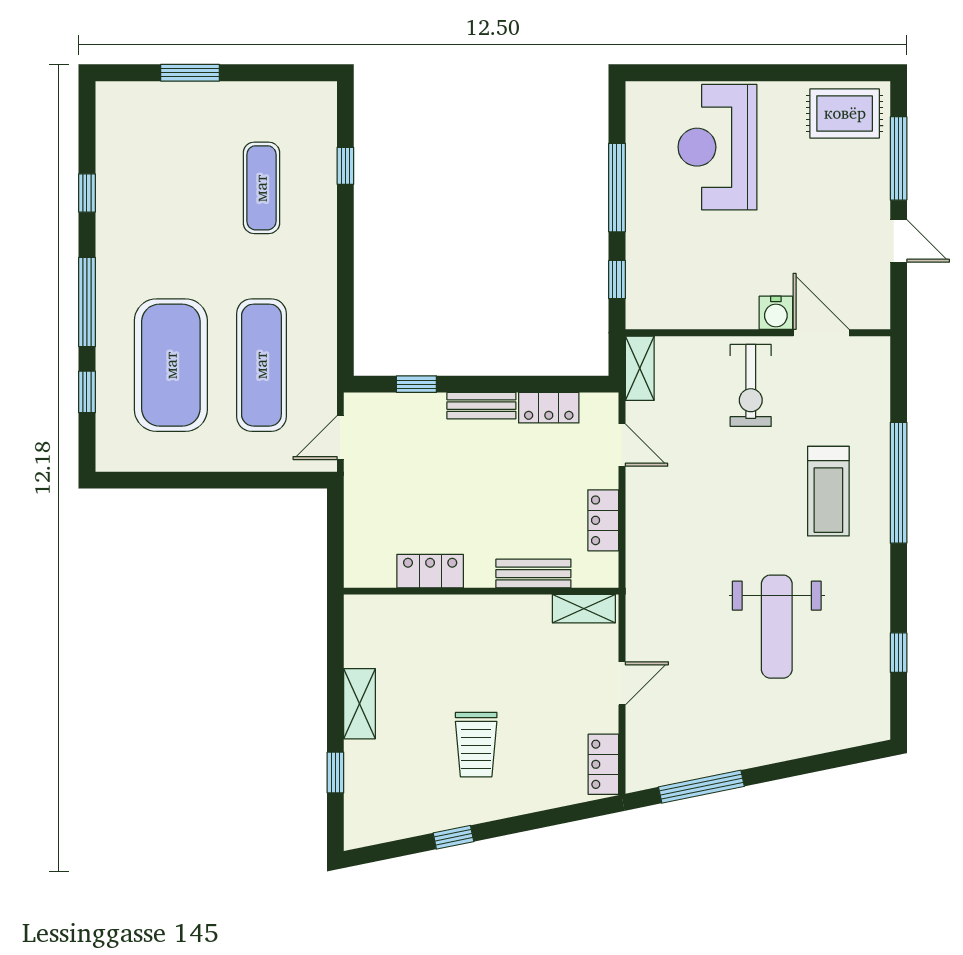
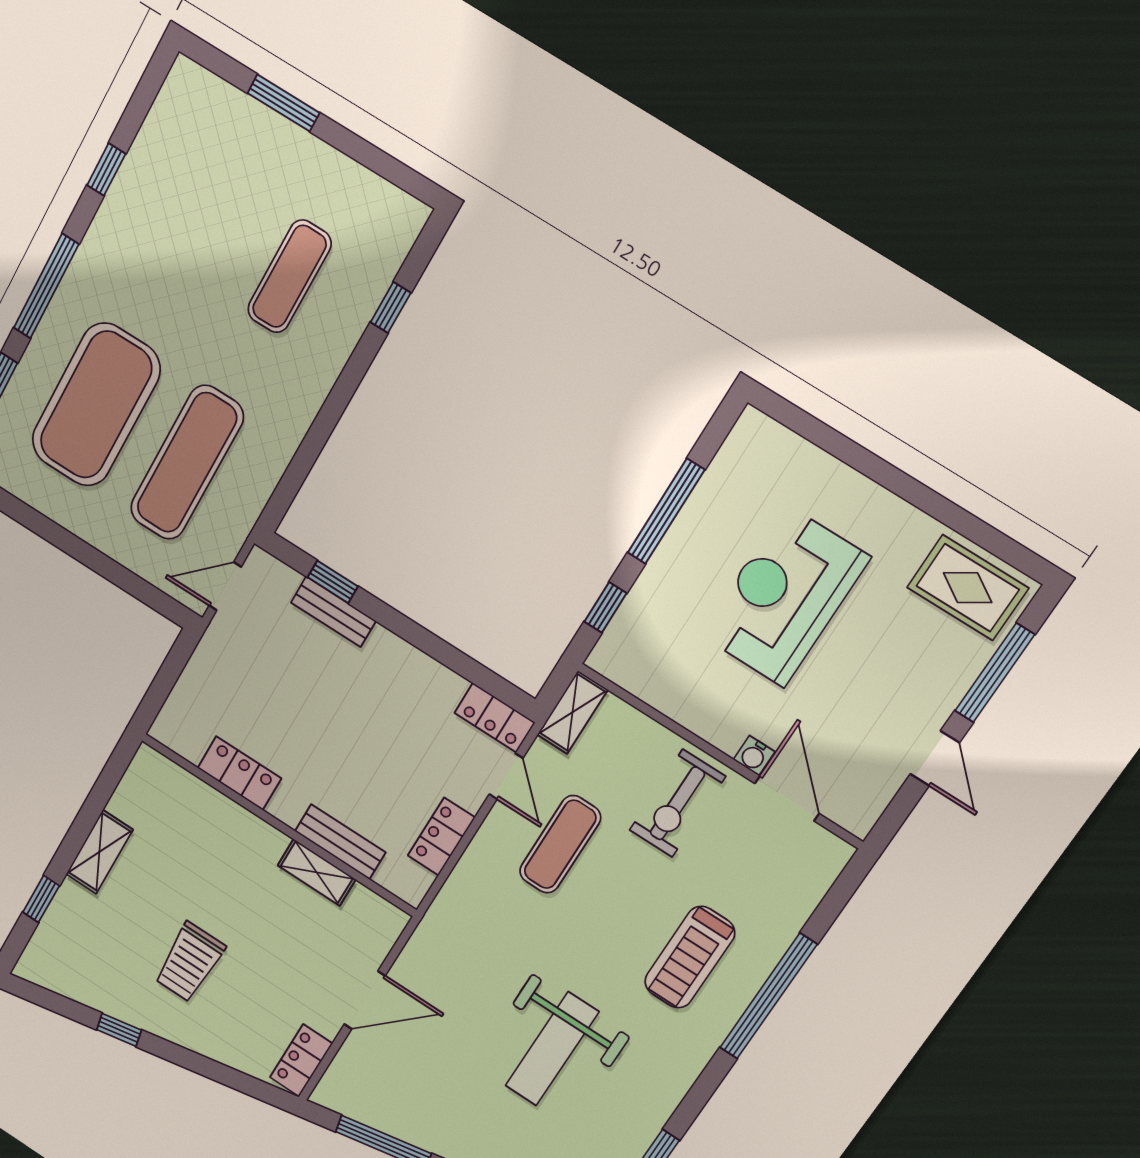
reception desk: (717, 147) -> (785, 596), moved
water cooler: (776, 313) -> (754, 756), width x0.72, depth x0.72
bench: (481, 406) -> (333, 612), moved
locker: (549, 408) -> (495, 718), moved
exercise mat: (689, 469) -> (560, 844), added
shelving: (584, 609) -> (317, 872), moved
door: (622, 683) -> (365, 1000), width x1.37

